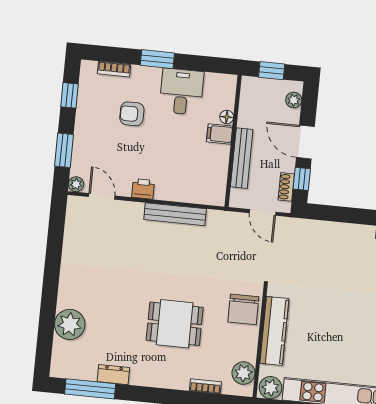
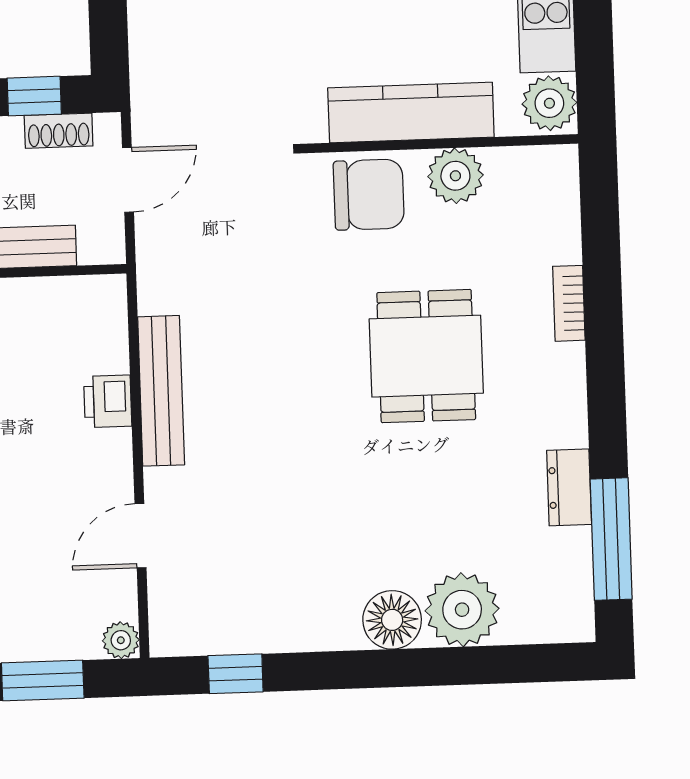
printer: (143, 189) -> (108, 401), moved
door: (102, 196) -> (140, 536), moved
window: (56, 229) -> (236, 674), added
floor lamp: (69, 295) -> (392, 620), added
plant: (243, 373) -> (455, 176), moved
bookcase: (205, 386) -> (569, 303), moved

